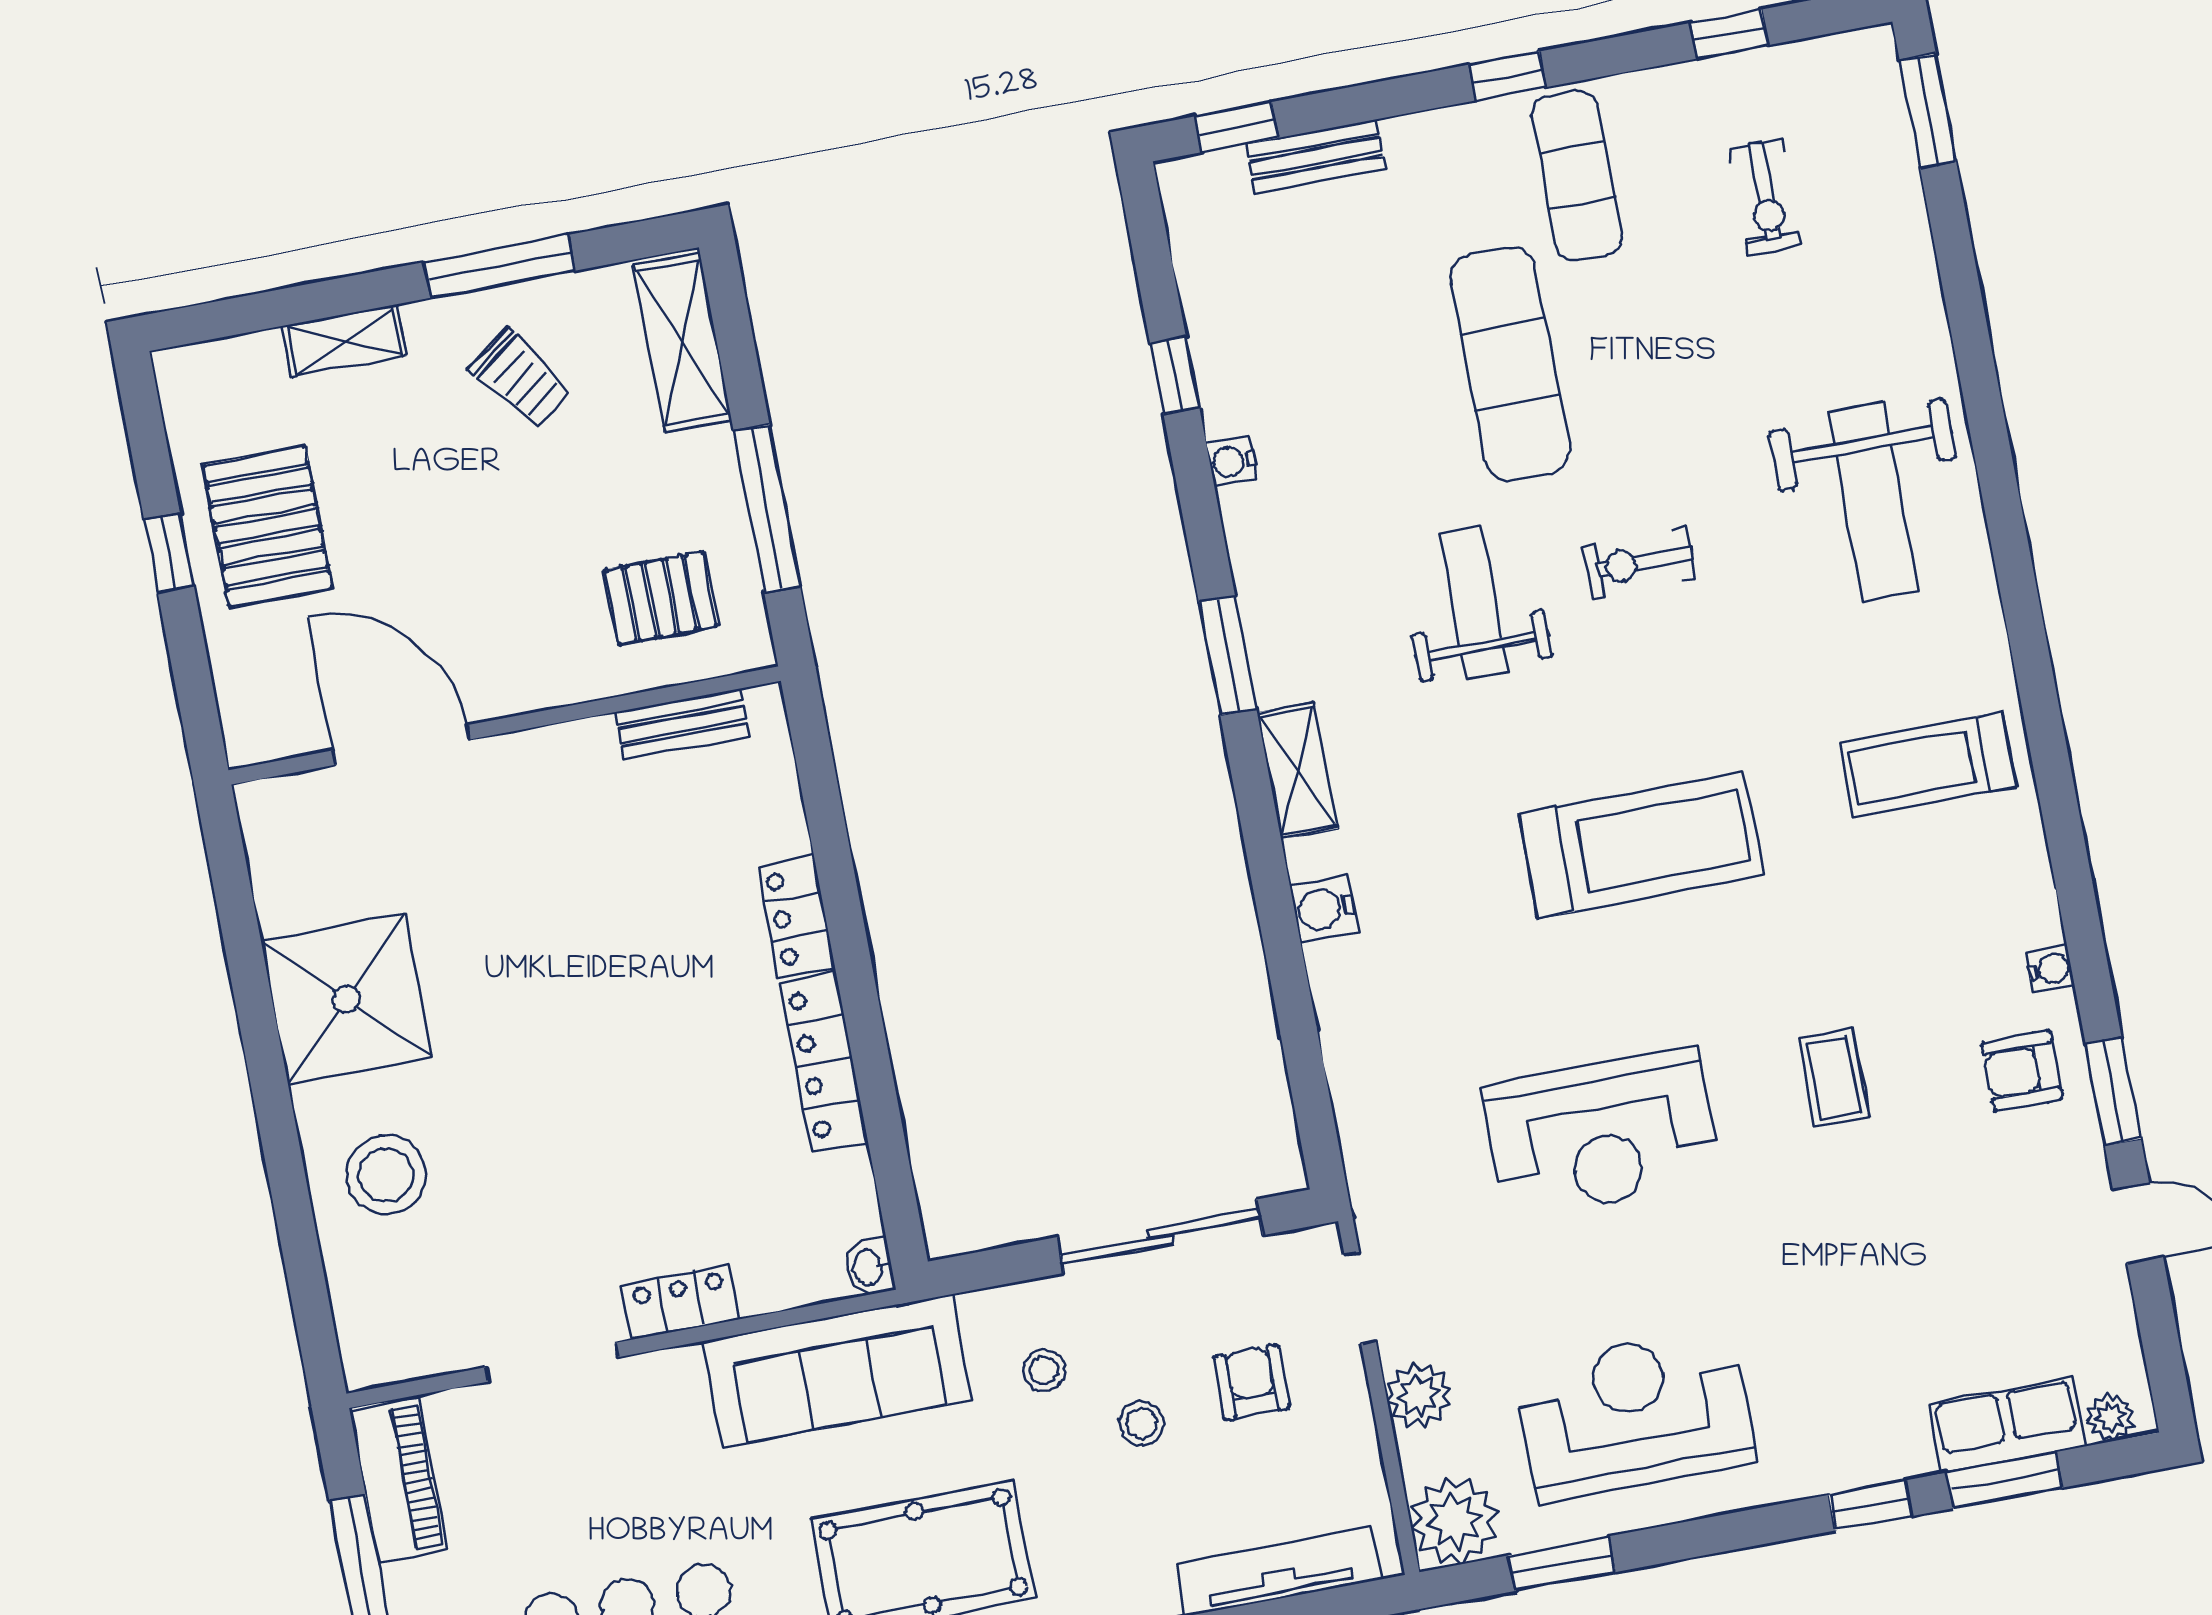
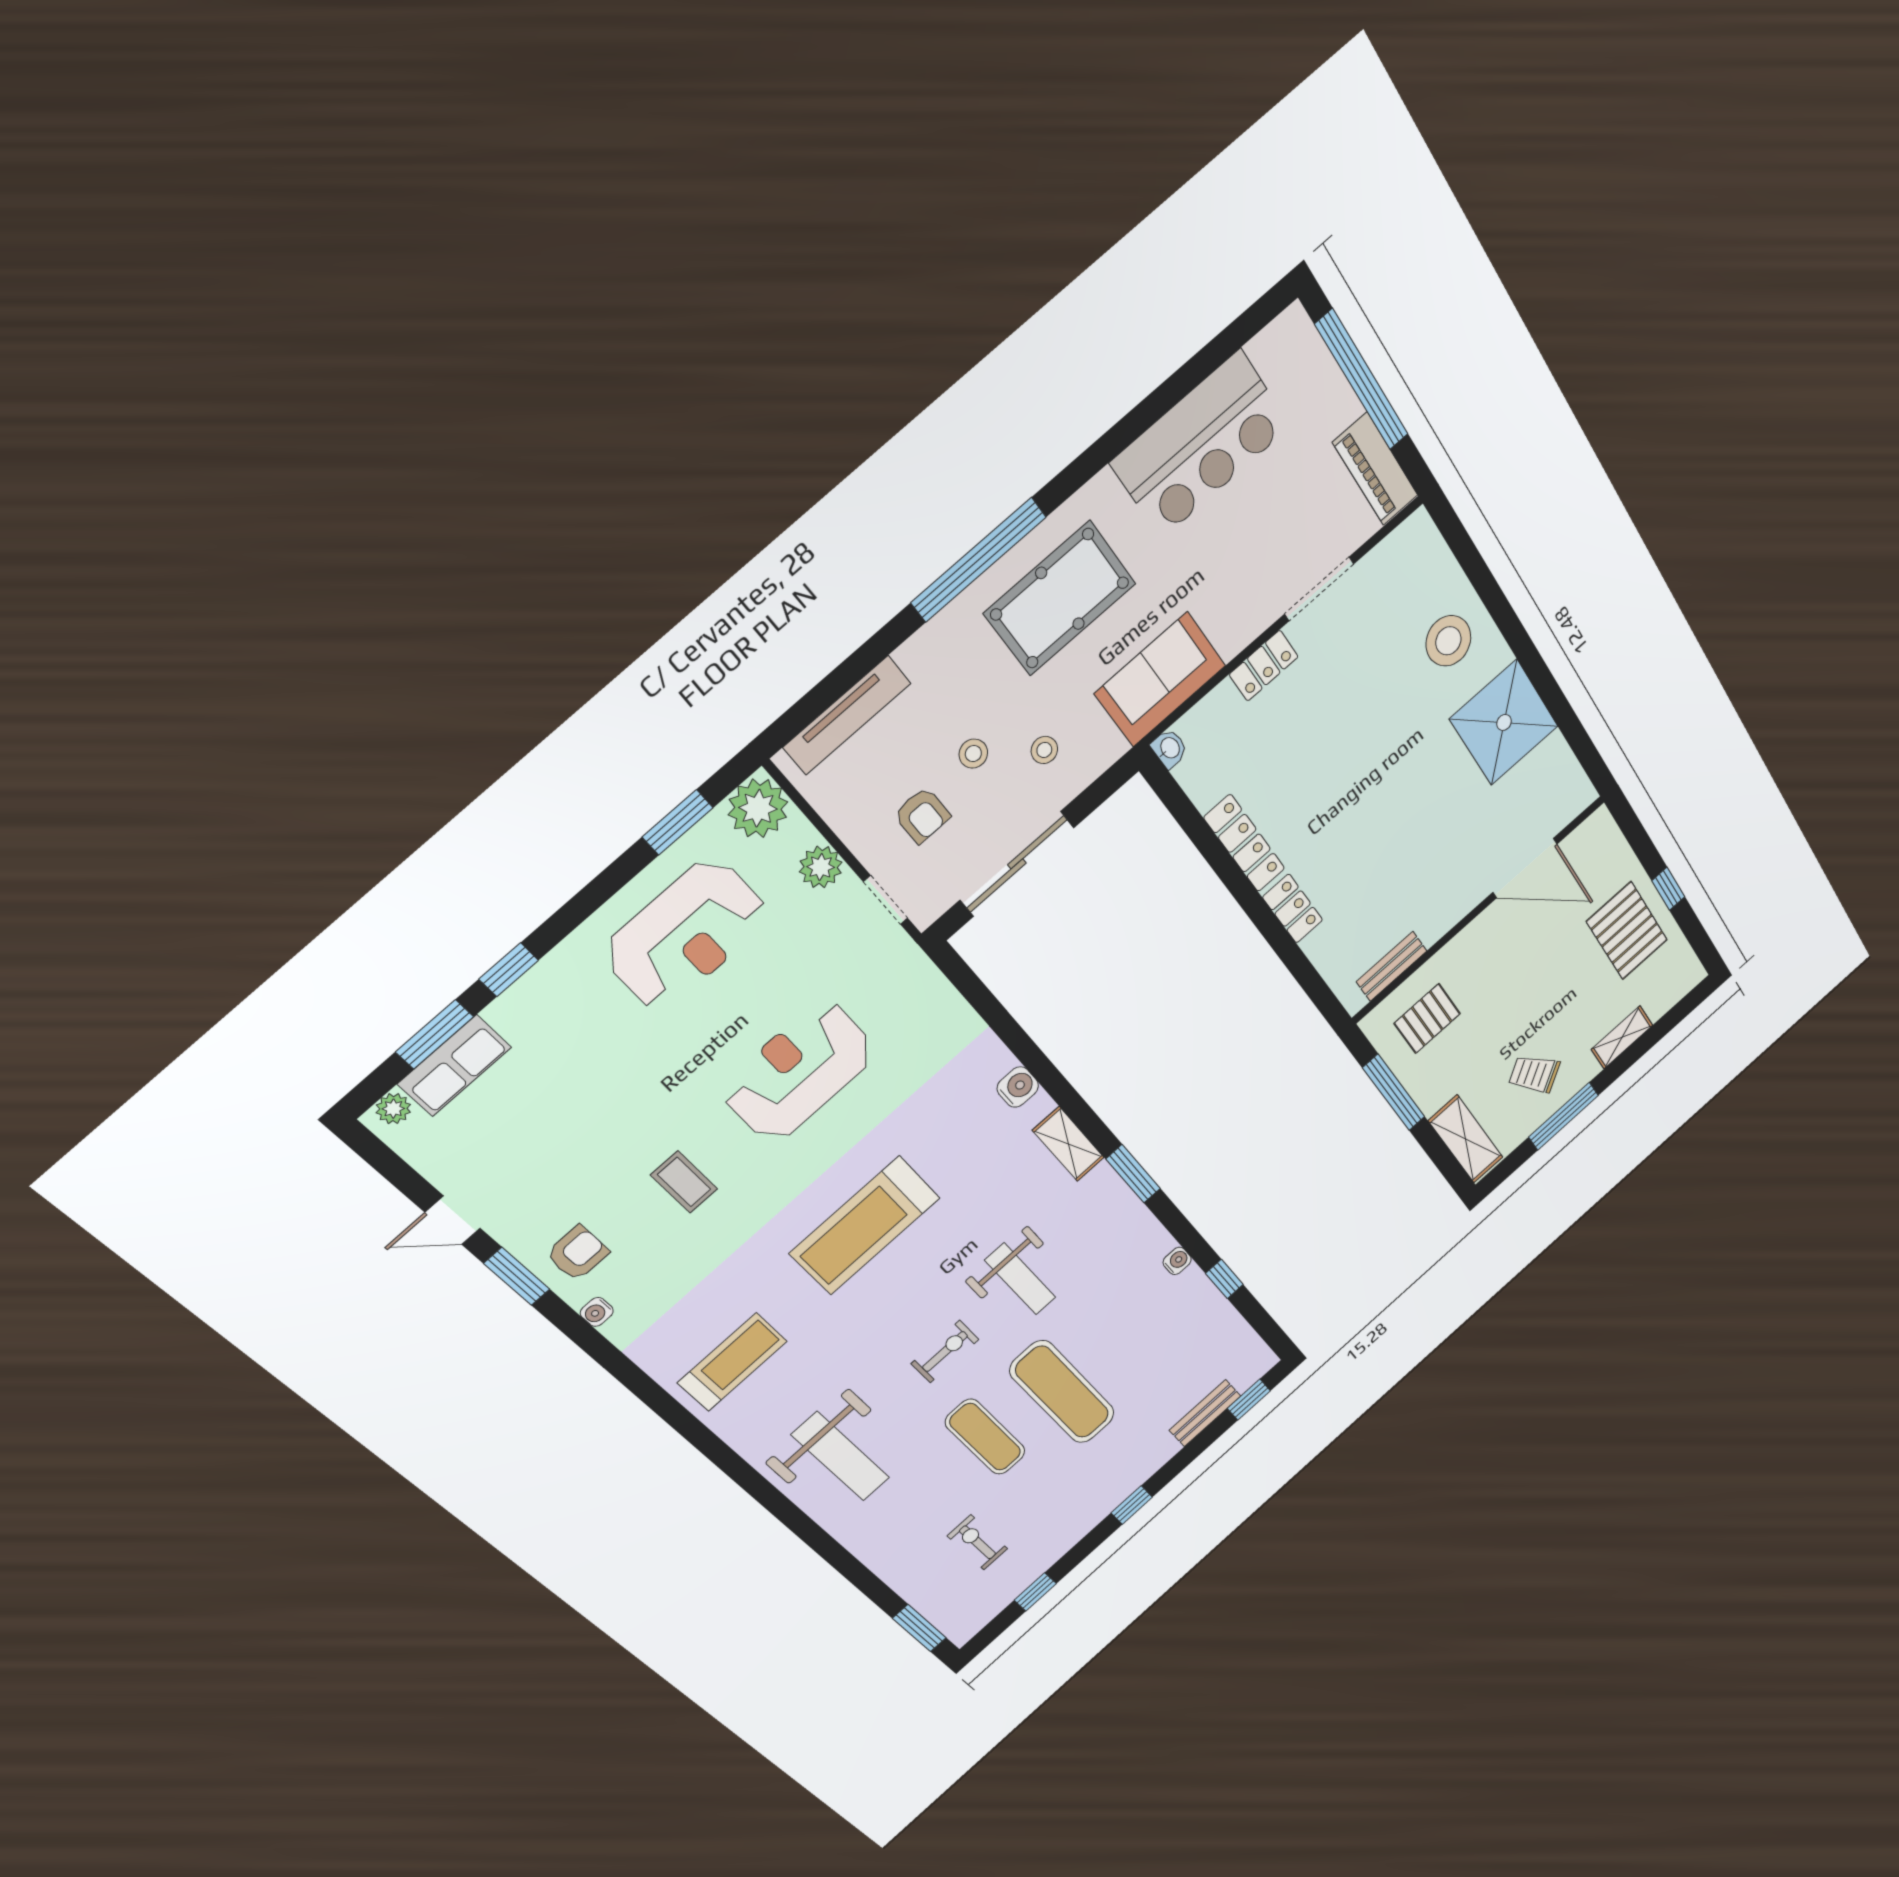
exercise mat: (1577, 176) -> (985, 1437), moved
weight bench: (1873, 501) -> (841, 1456), turned 180
sofa: (838, 1371) -> (1160, 680), width x0.73

